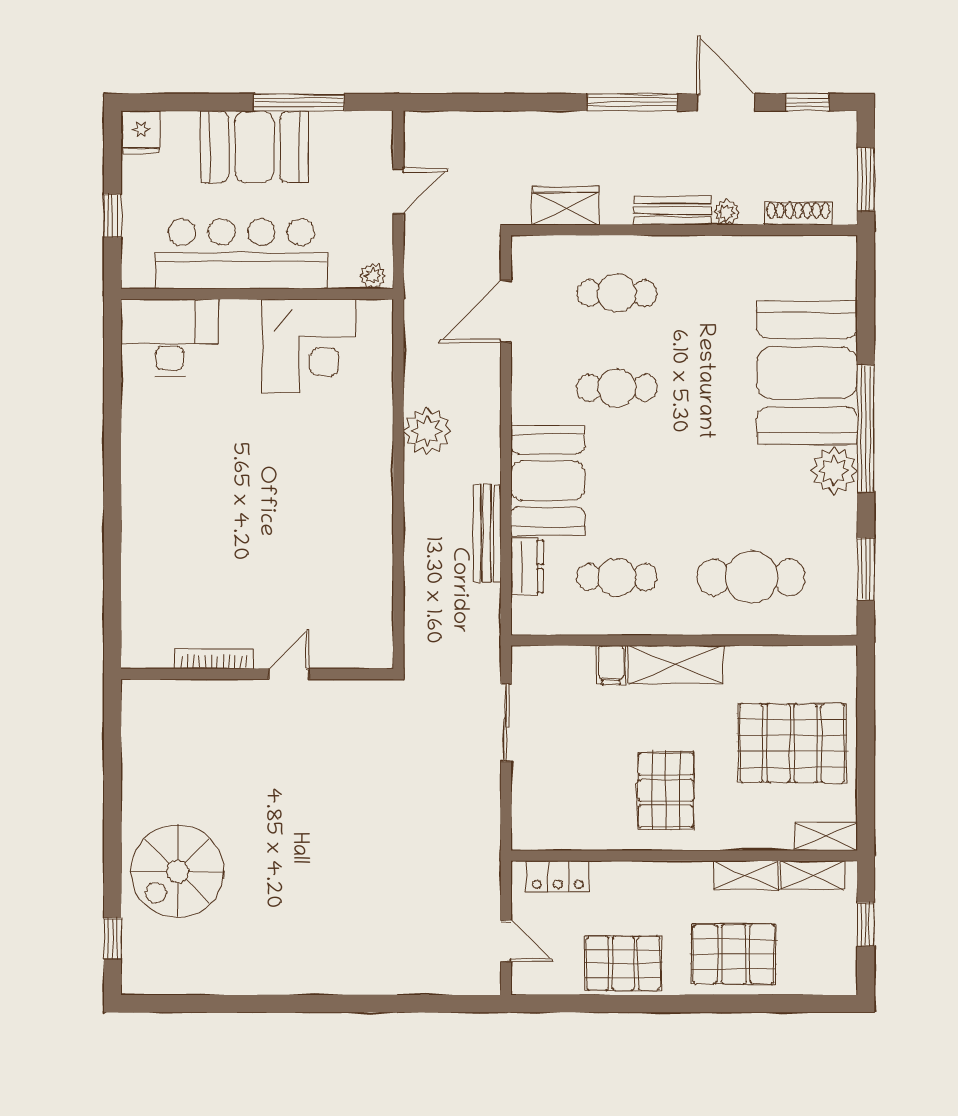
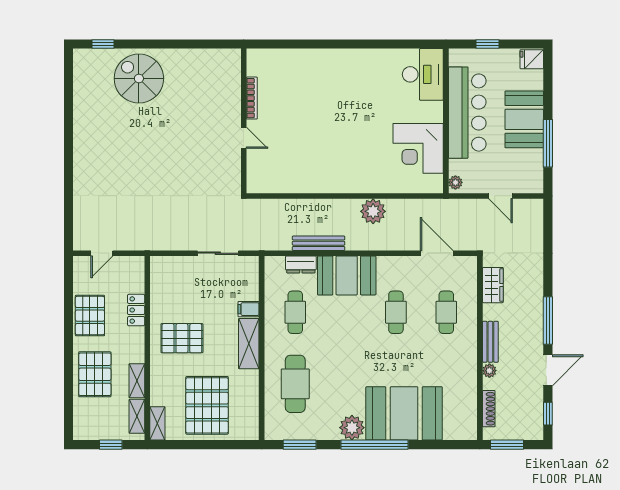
locker: (558, 877) -> (136, 310), moved

